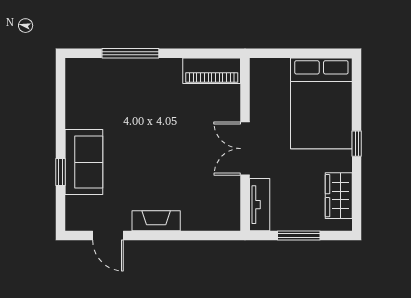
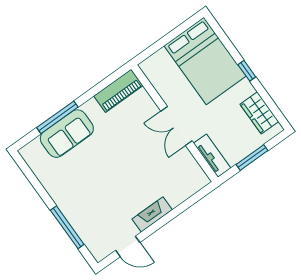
sofa: (84, 162) -> (67, 134), moved, turned 90
window: (60, 172) -> (67, 227), width x2.17

